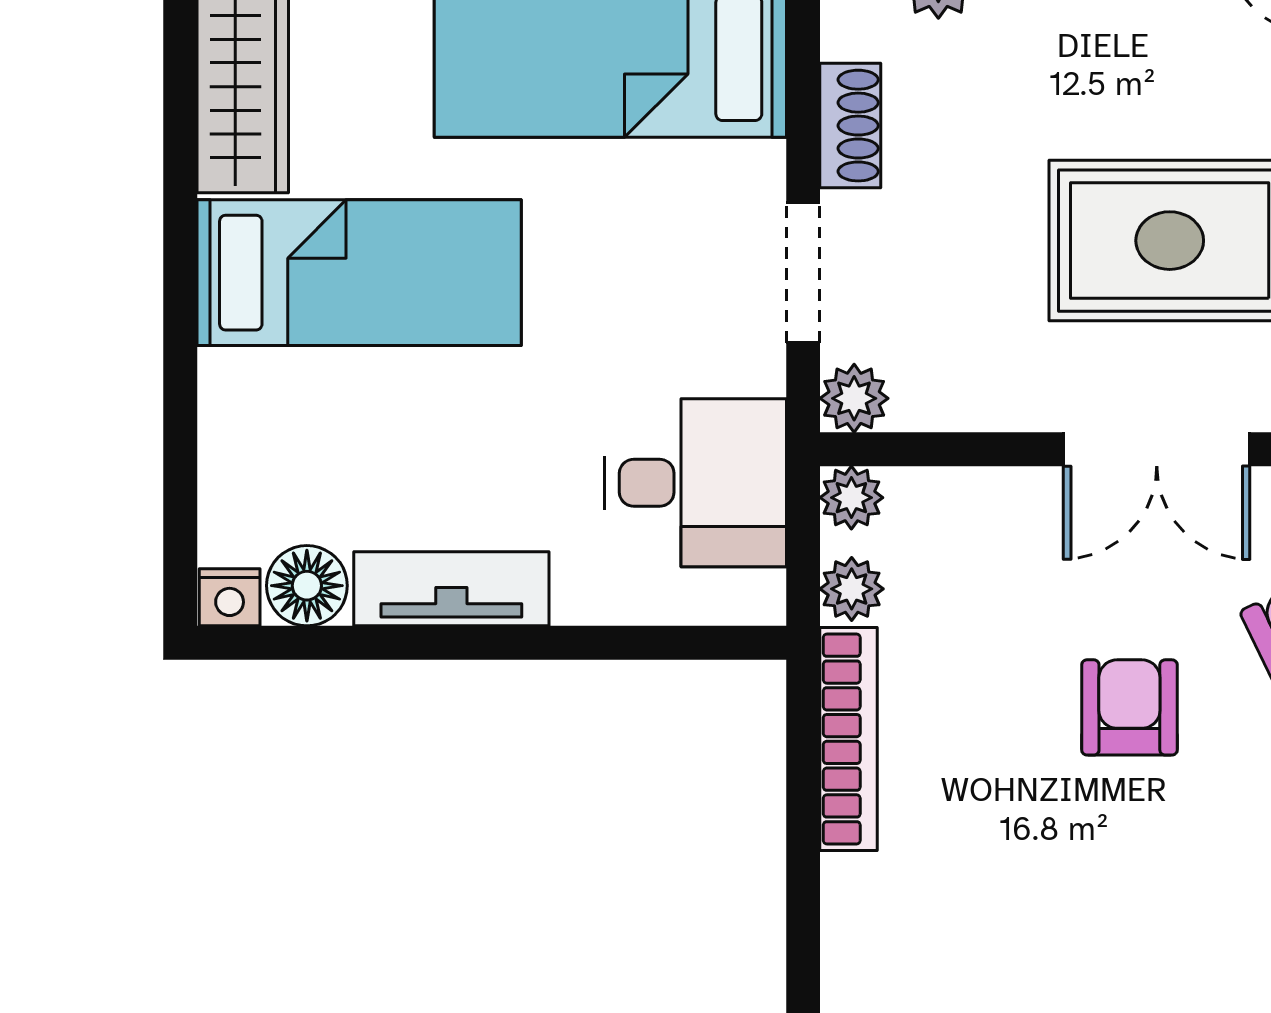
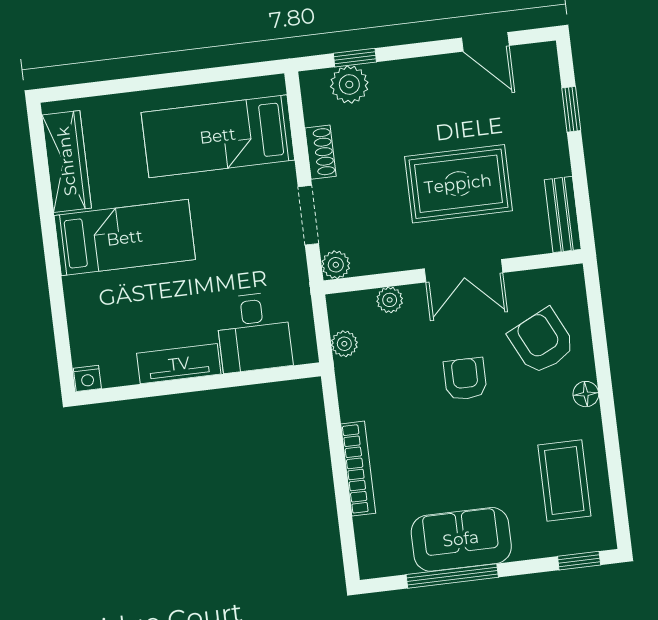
desk: (696, 483) -> (254, 332), moved, turned 90
plant: (851, 498) -> (390, 300), moved
floor lamp: (307, 586) -> (119, 370), removed
bookcase: (849, 739) -> (358, 469), moved

